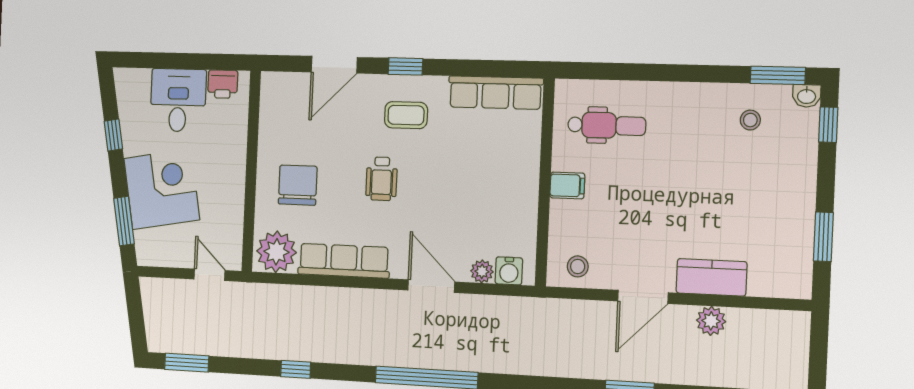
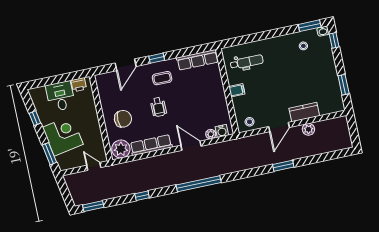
chair: (298, 185) -> (123, 119), turned 90

